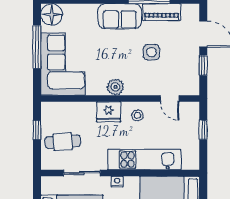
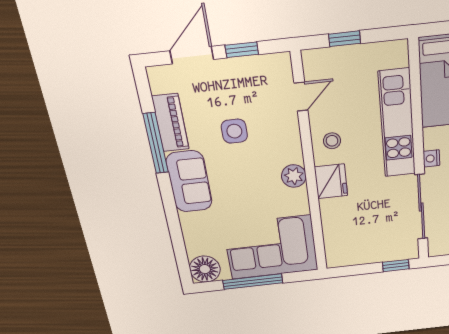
window: (37, 130) -> (396, 266), moved
cafe table: (63, 142) -> (379, 236), removed
sliding door: (82, 173) -> (421, 207), width x1.37

